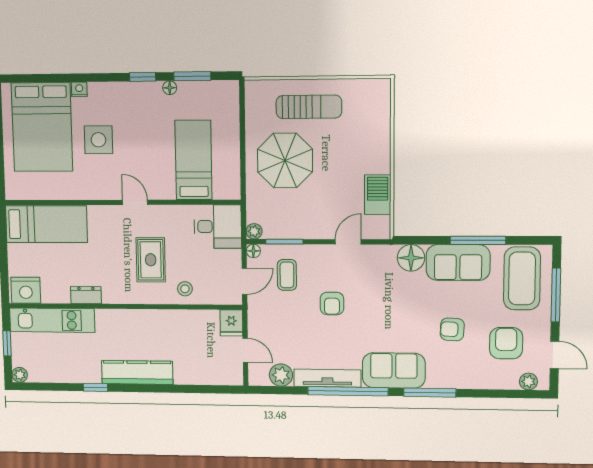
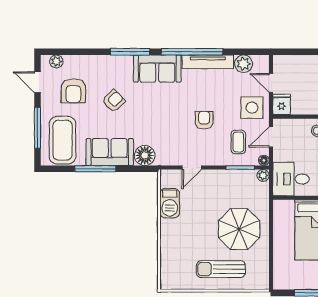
side table: (270, 319) -> (252, 108), added
armchair: (452, 329) -> (114, 101), turned -47

